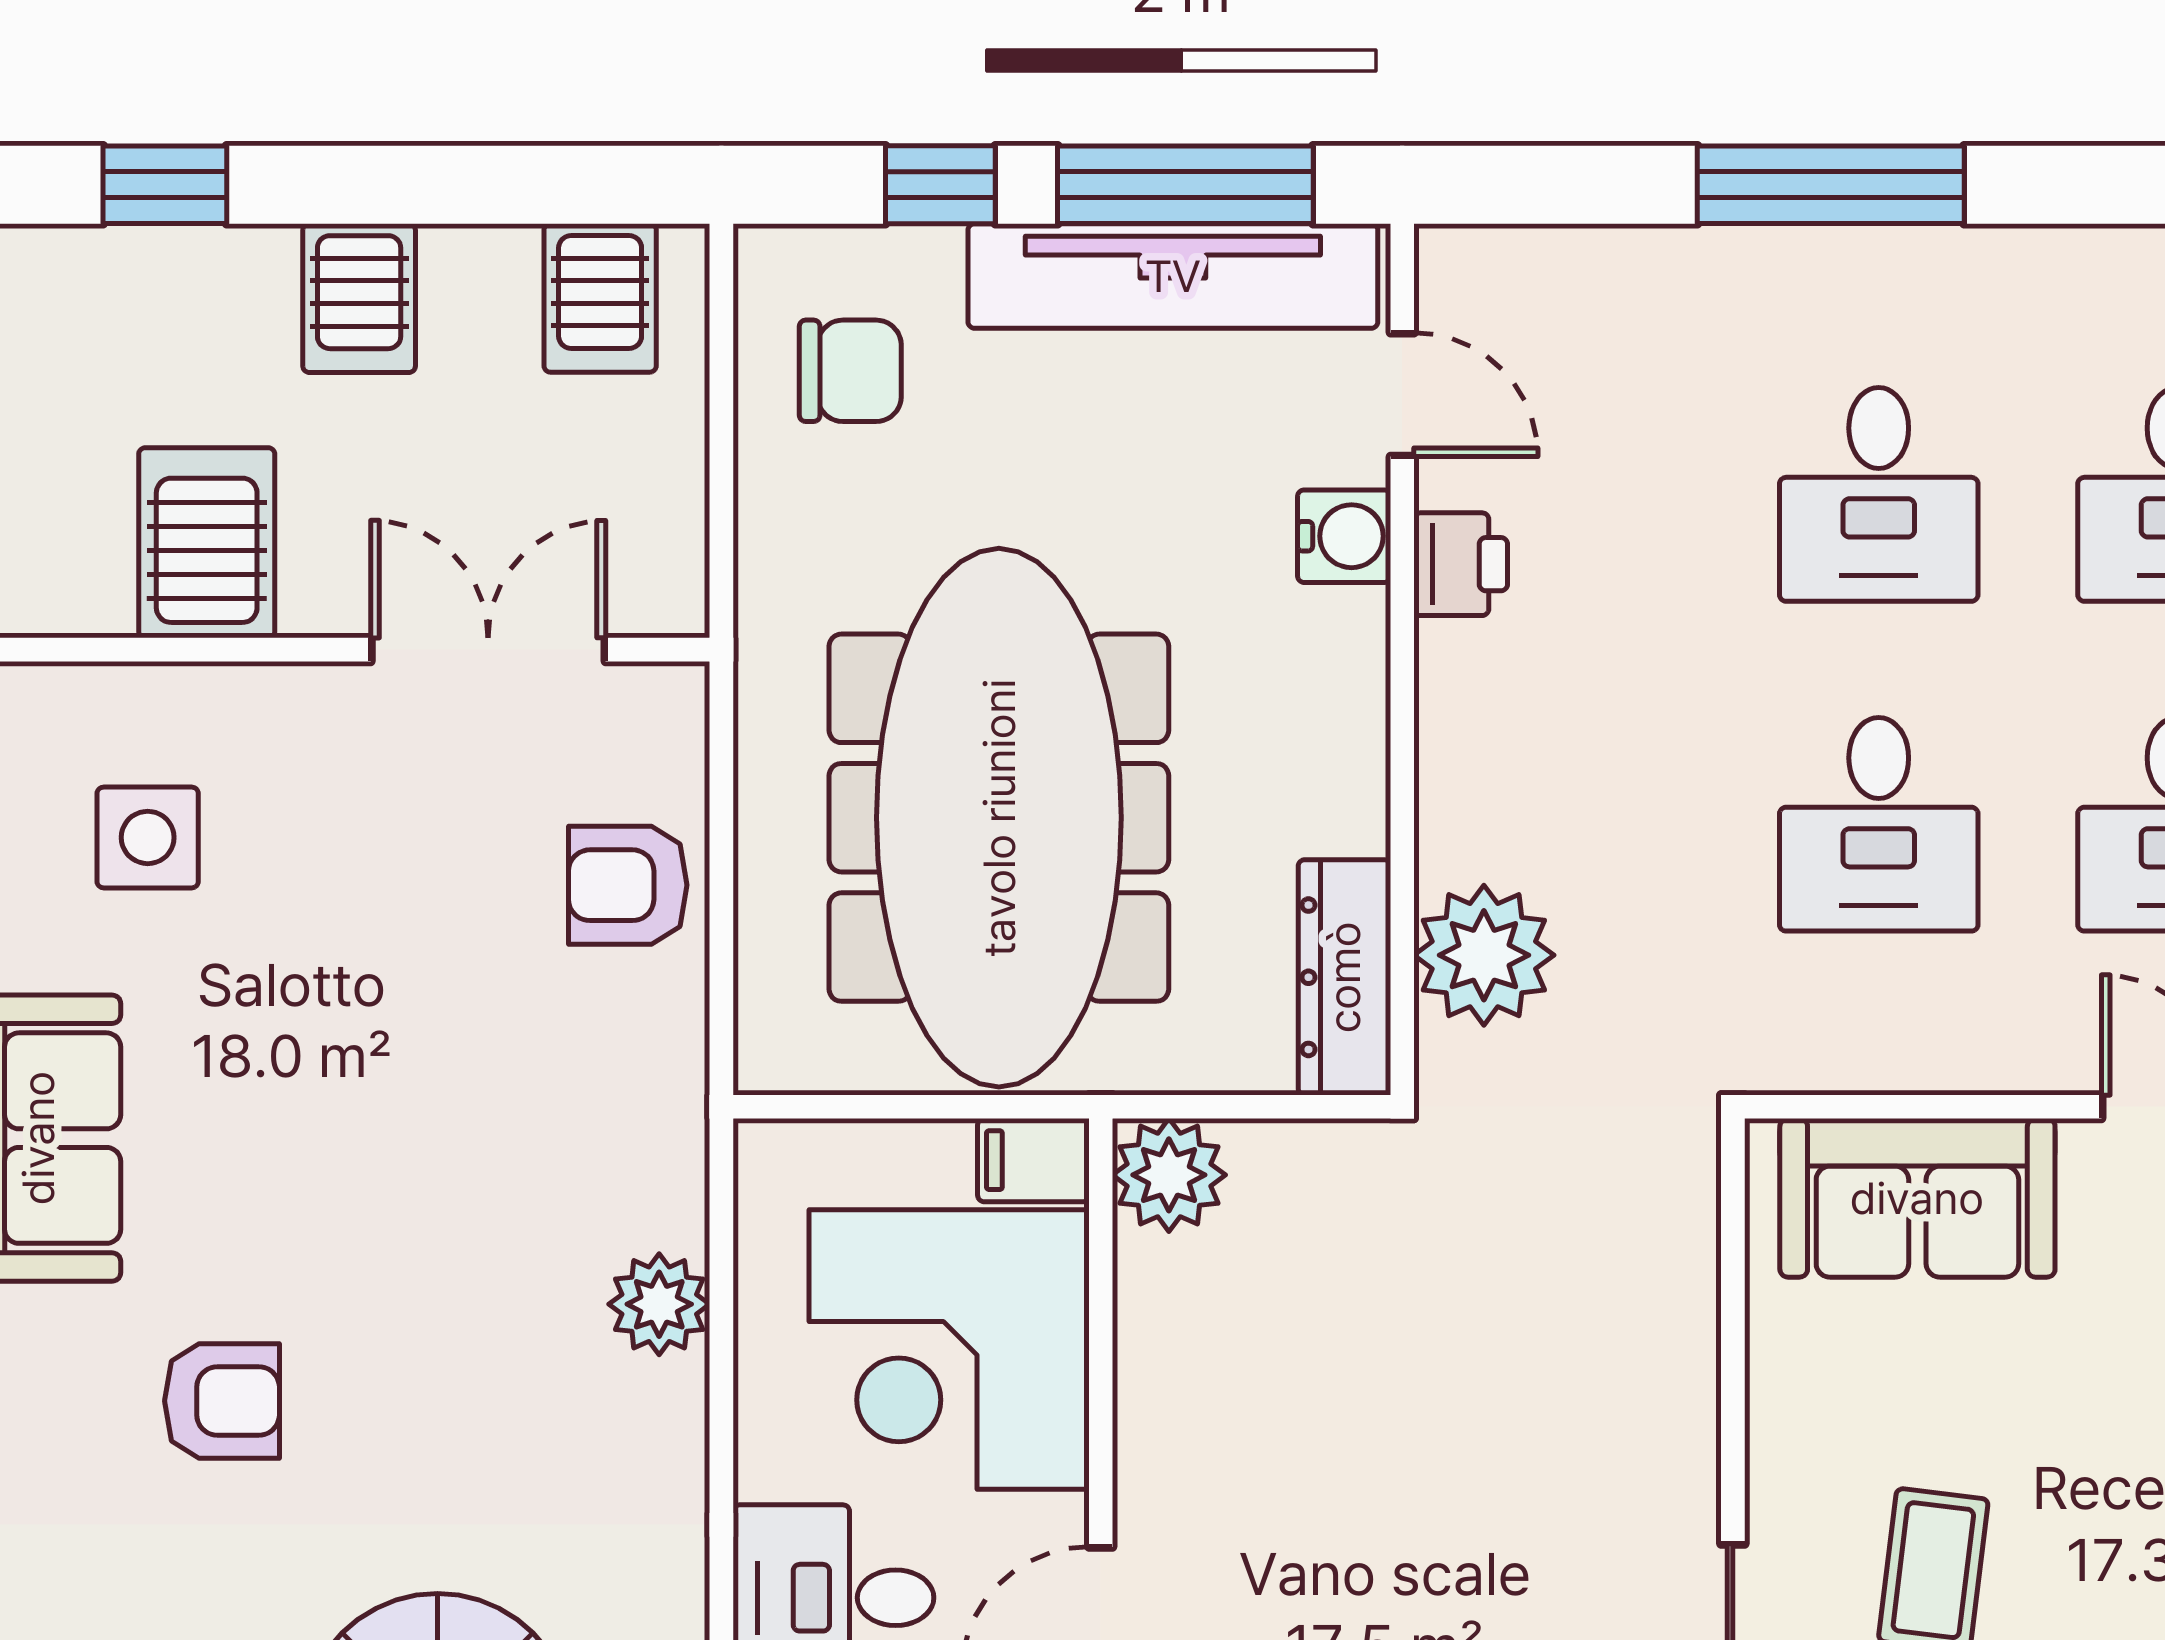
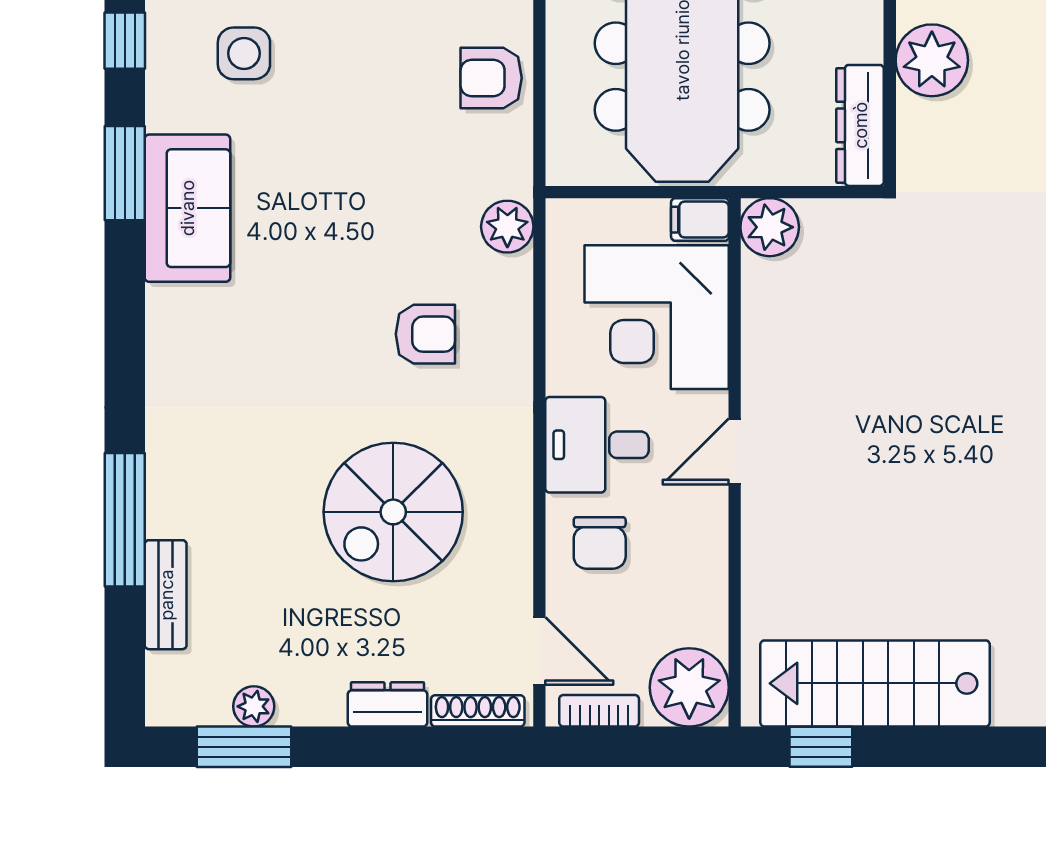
plant: (1484, 955) -> (932, 60), moved
plant: (659, 1304) -> (507, 227), moved
armchair: (222, 1401) -> (425, 334), moved

